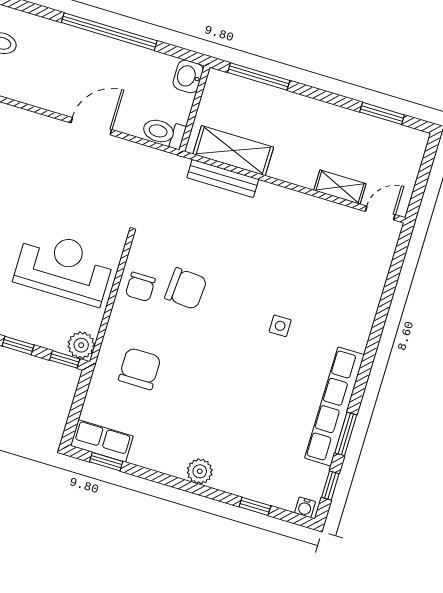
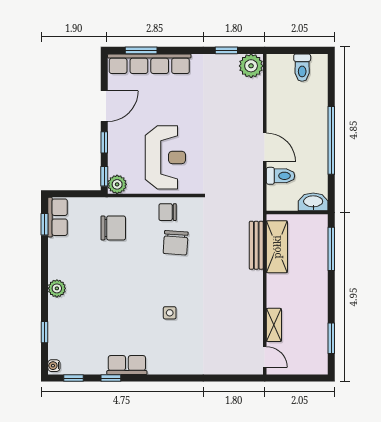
washbasin: (188, 76) -> (313, 202), width x1.38
toilet: (164, 133) -> (281, 176), moved, turned 90
row of seats: (334, 406) -> (127, 365), width x0.50
window: (346, 434) -> (111, 378), width x0.67

